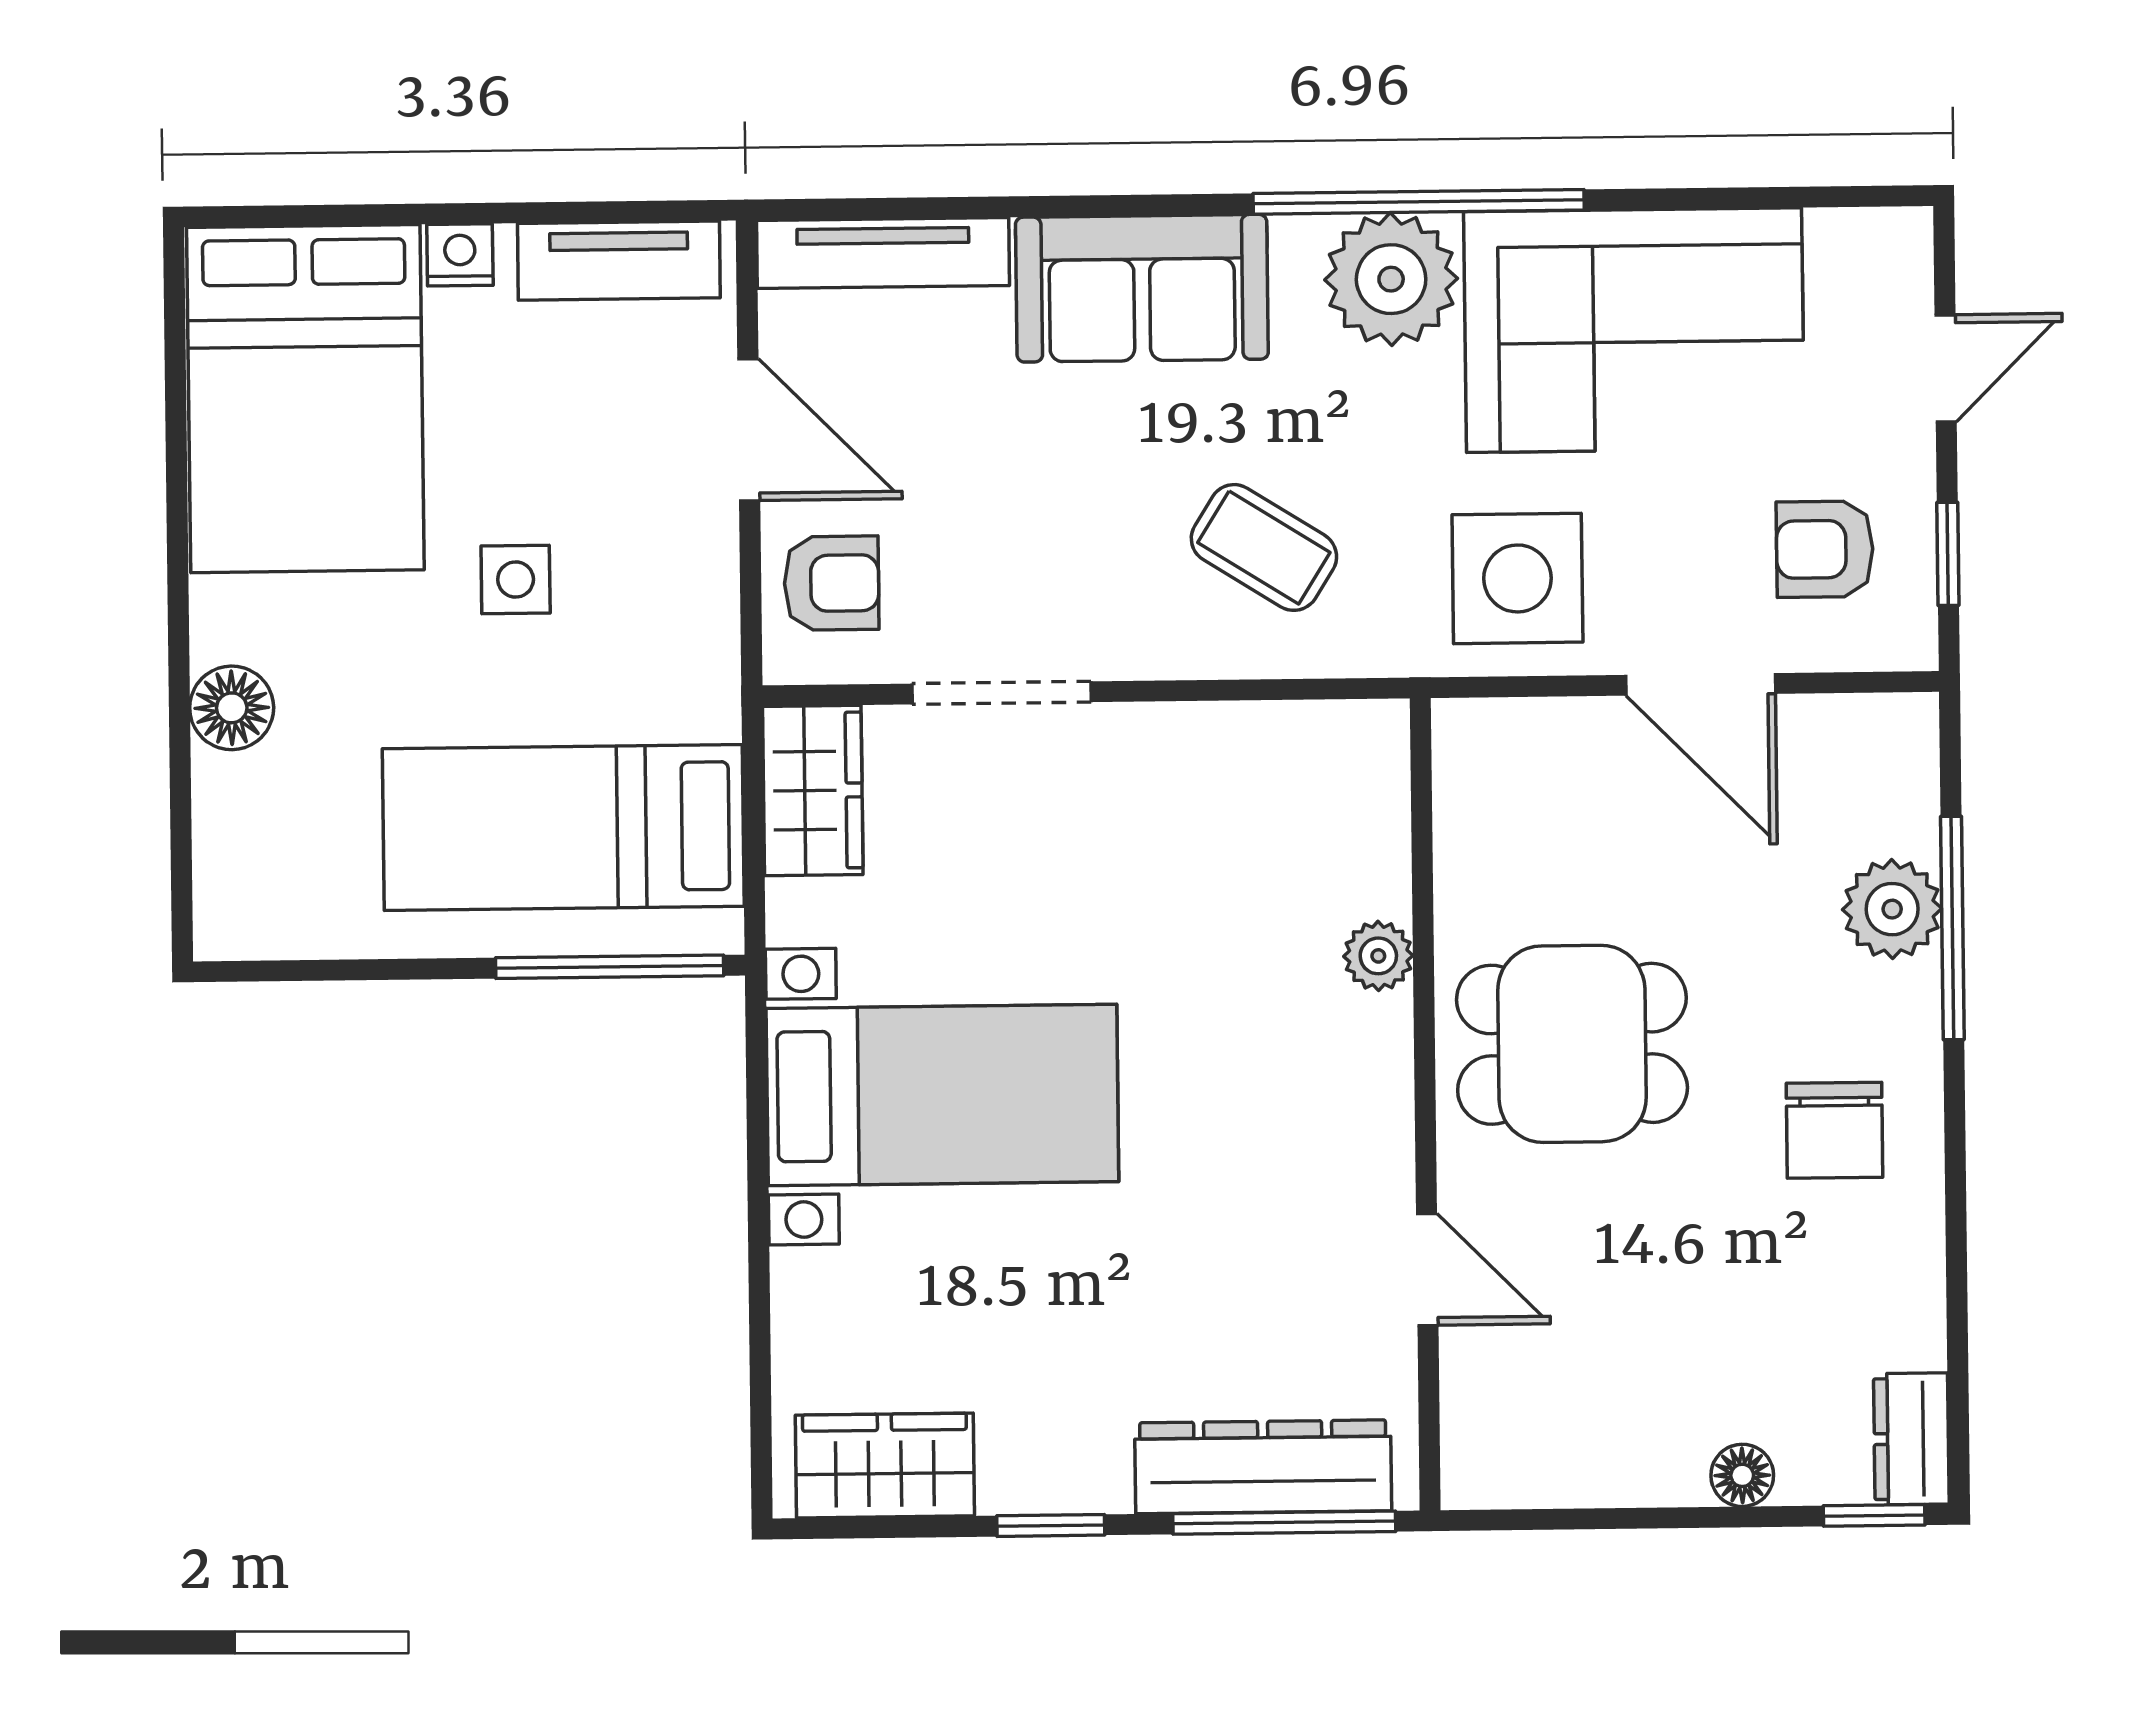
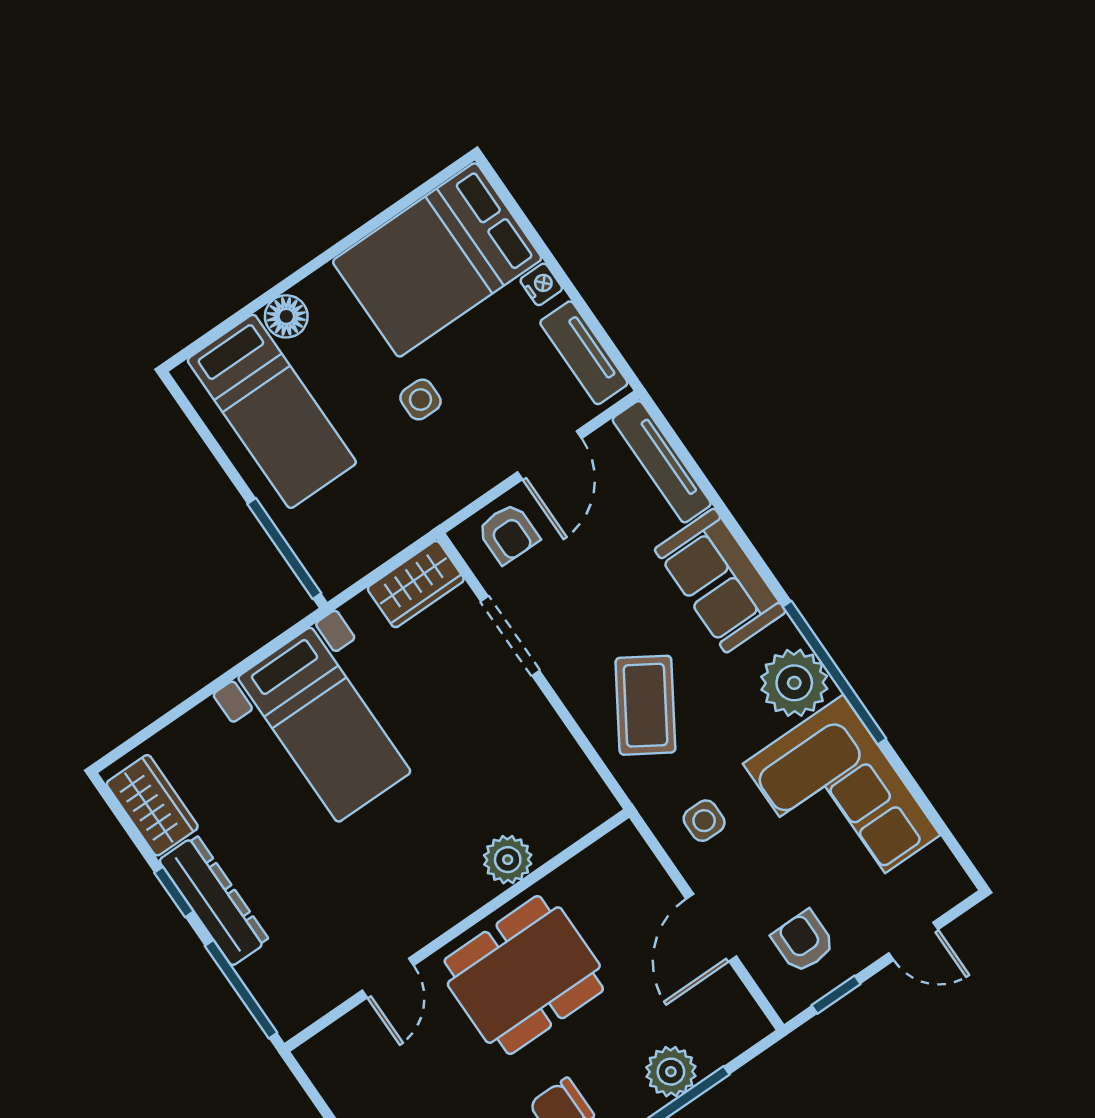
coffee table: (1264, 547) -> (645, 705), width x1.36, depth x1.30
side table: (1517, 578) -> (704, 821), width x0.54, depth x0.54
bed: (563, 828) -> (272, 411), moved, turned 180
plant: (1378, 956) -> (508, 860), width x1.38, depth x1.38
dining table: (1572, 1044) -> (524, 975), width x1.37
dresser: (1263, 1467) -> (214, 900), moved

